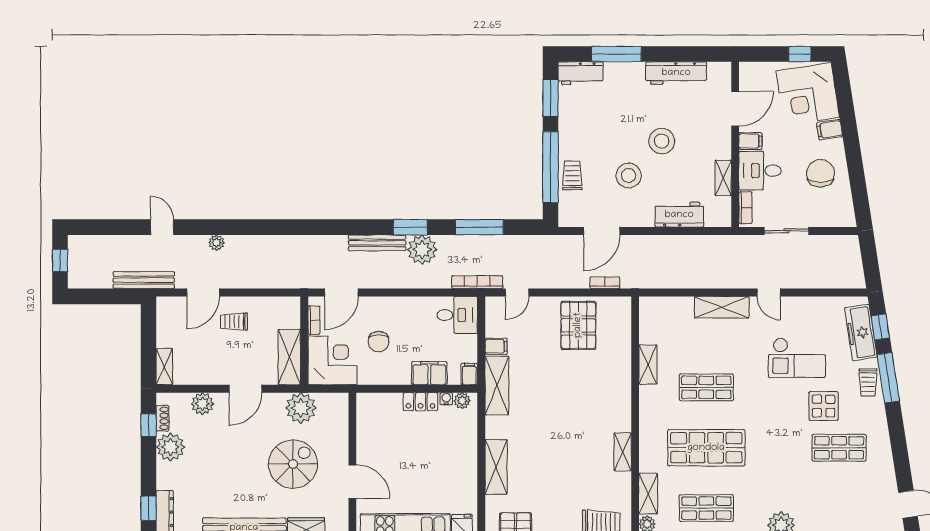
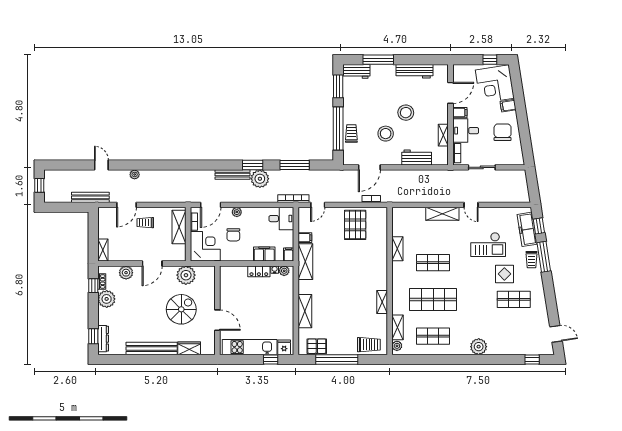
plant: (384, 304) -> (237, 212), added
shelving: (289, 357) -> (179, 227), moved

